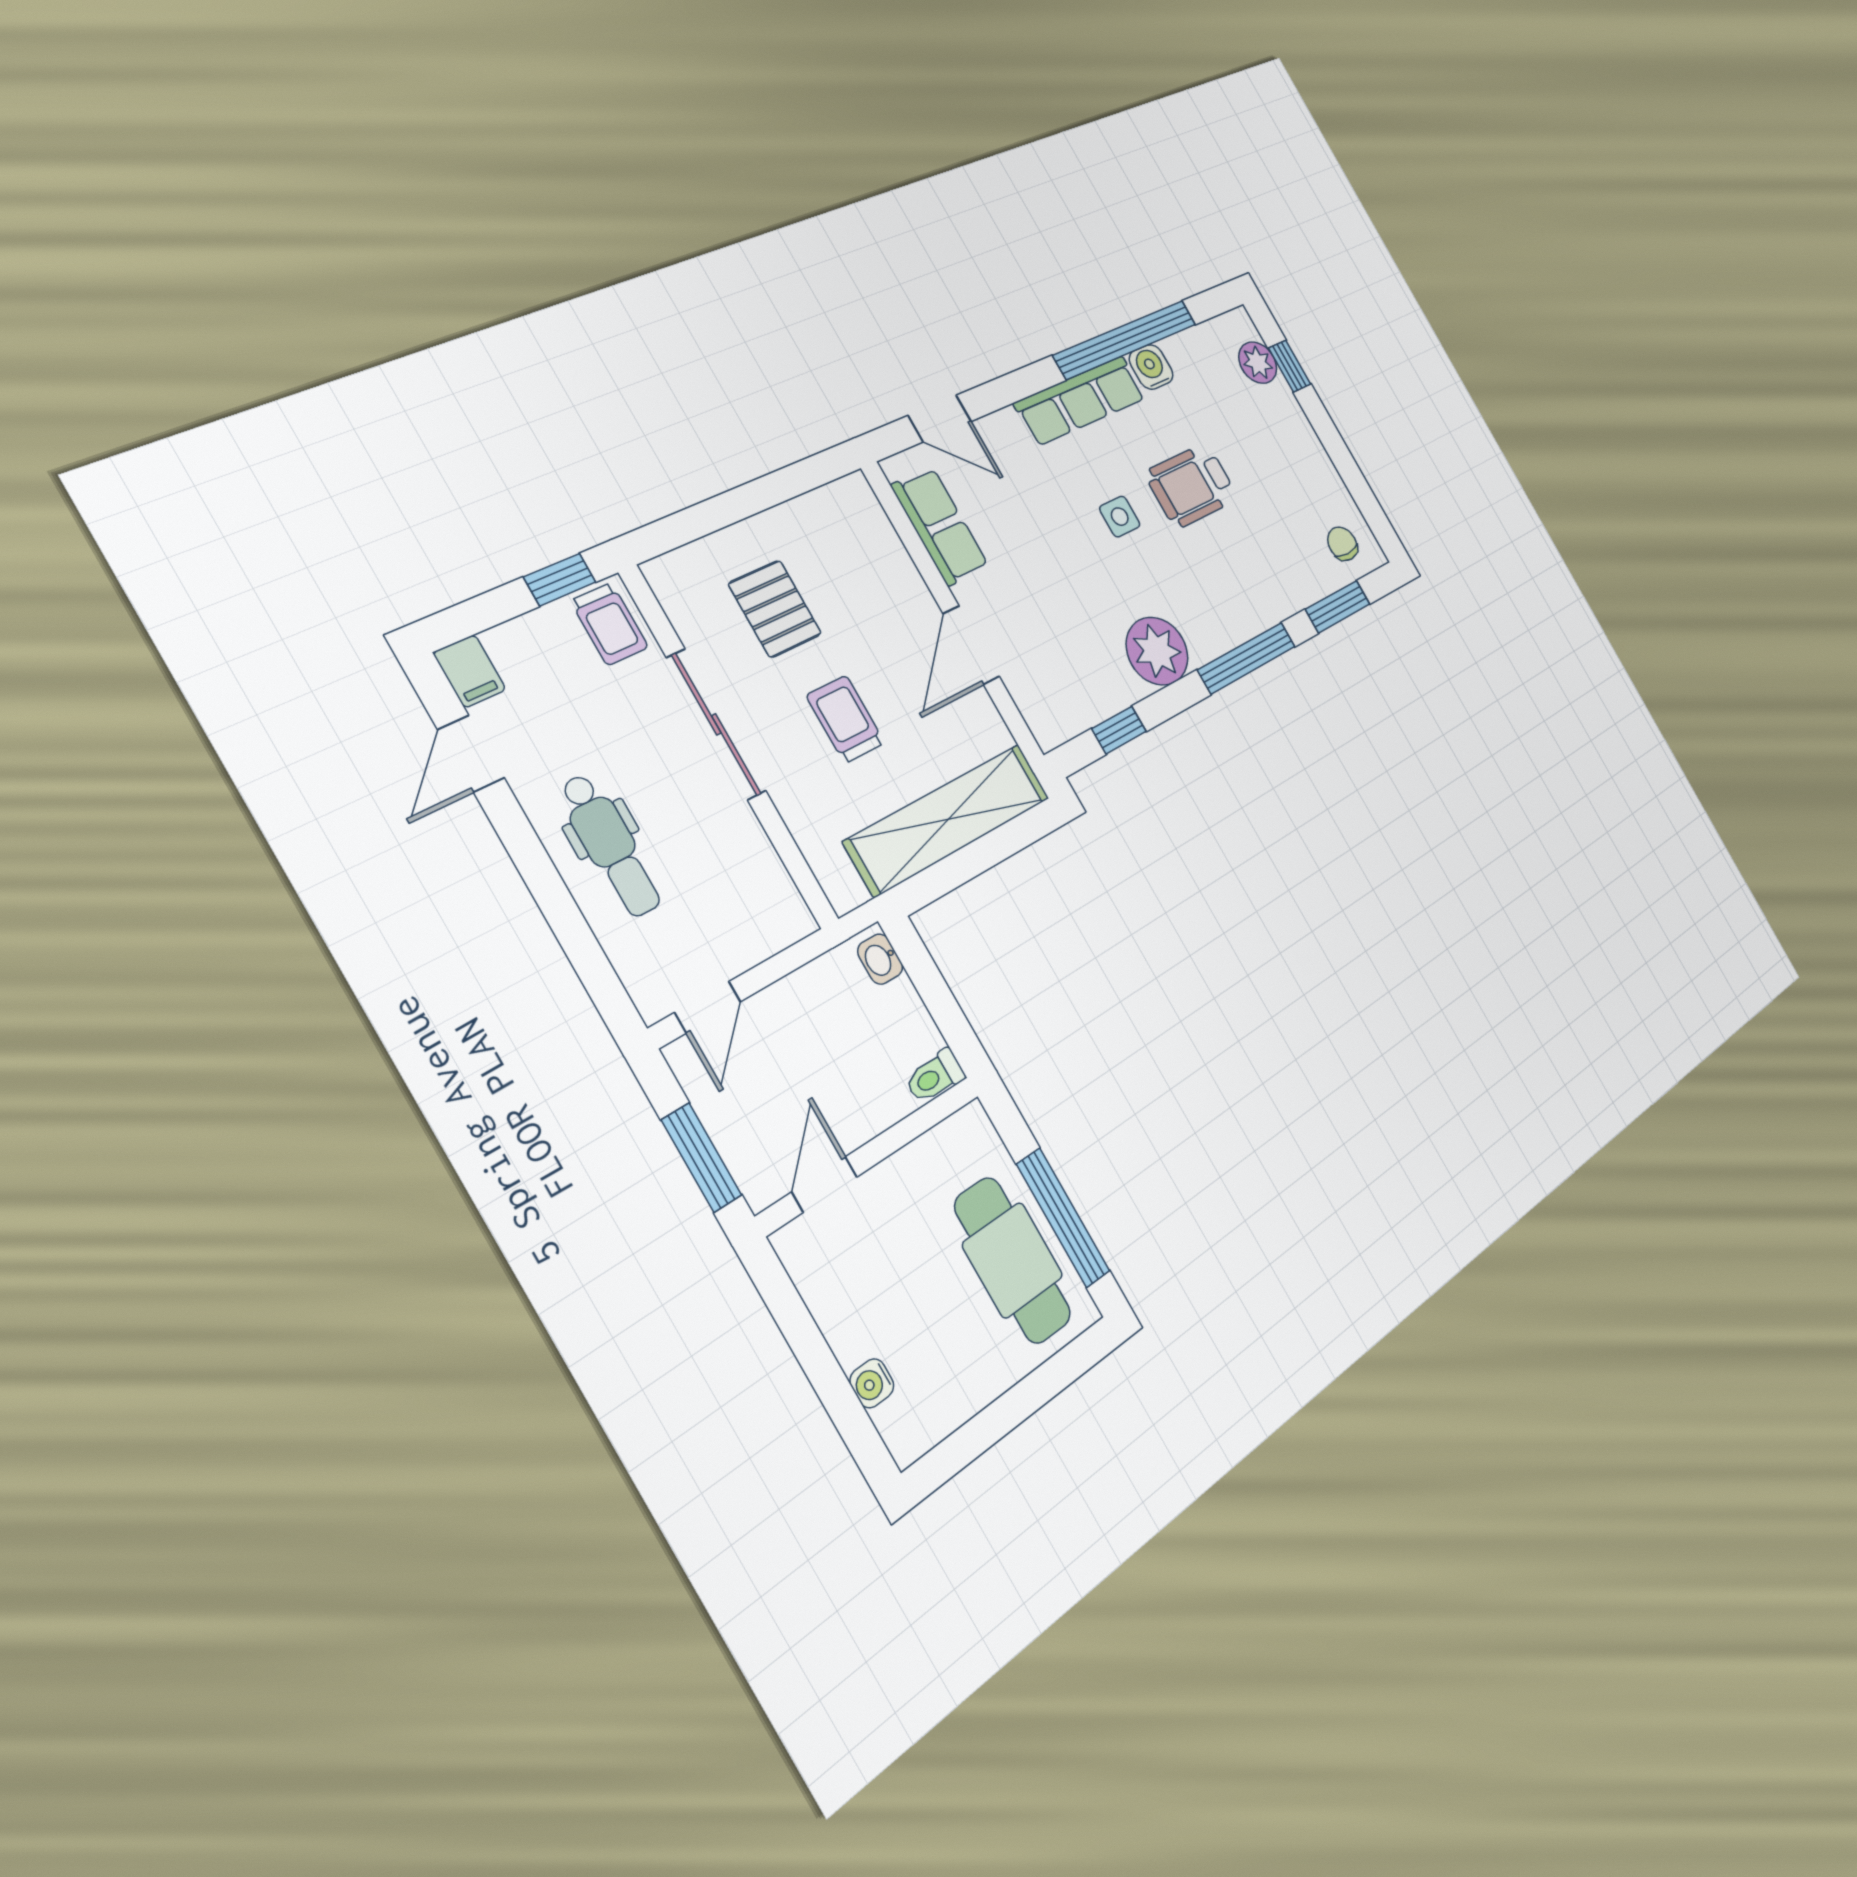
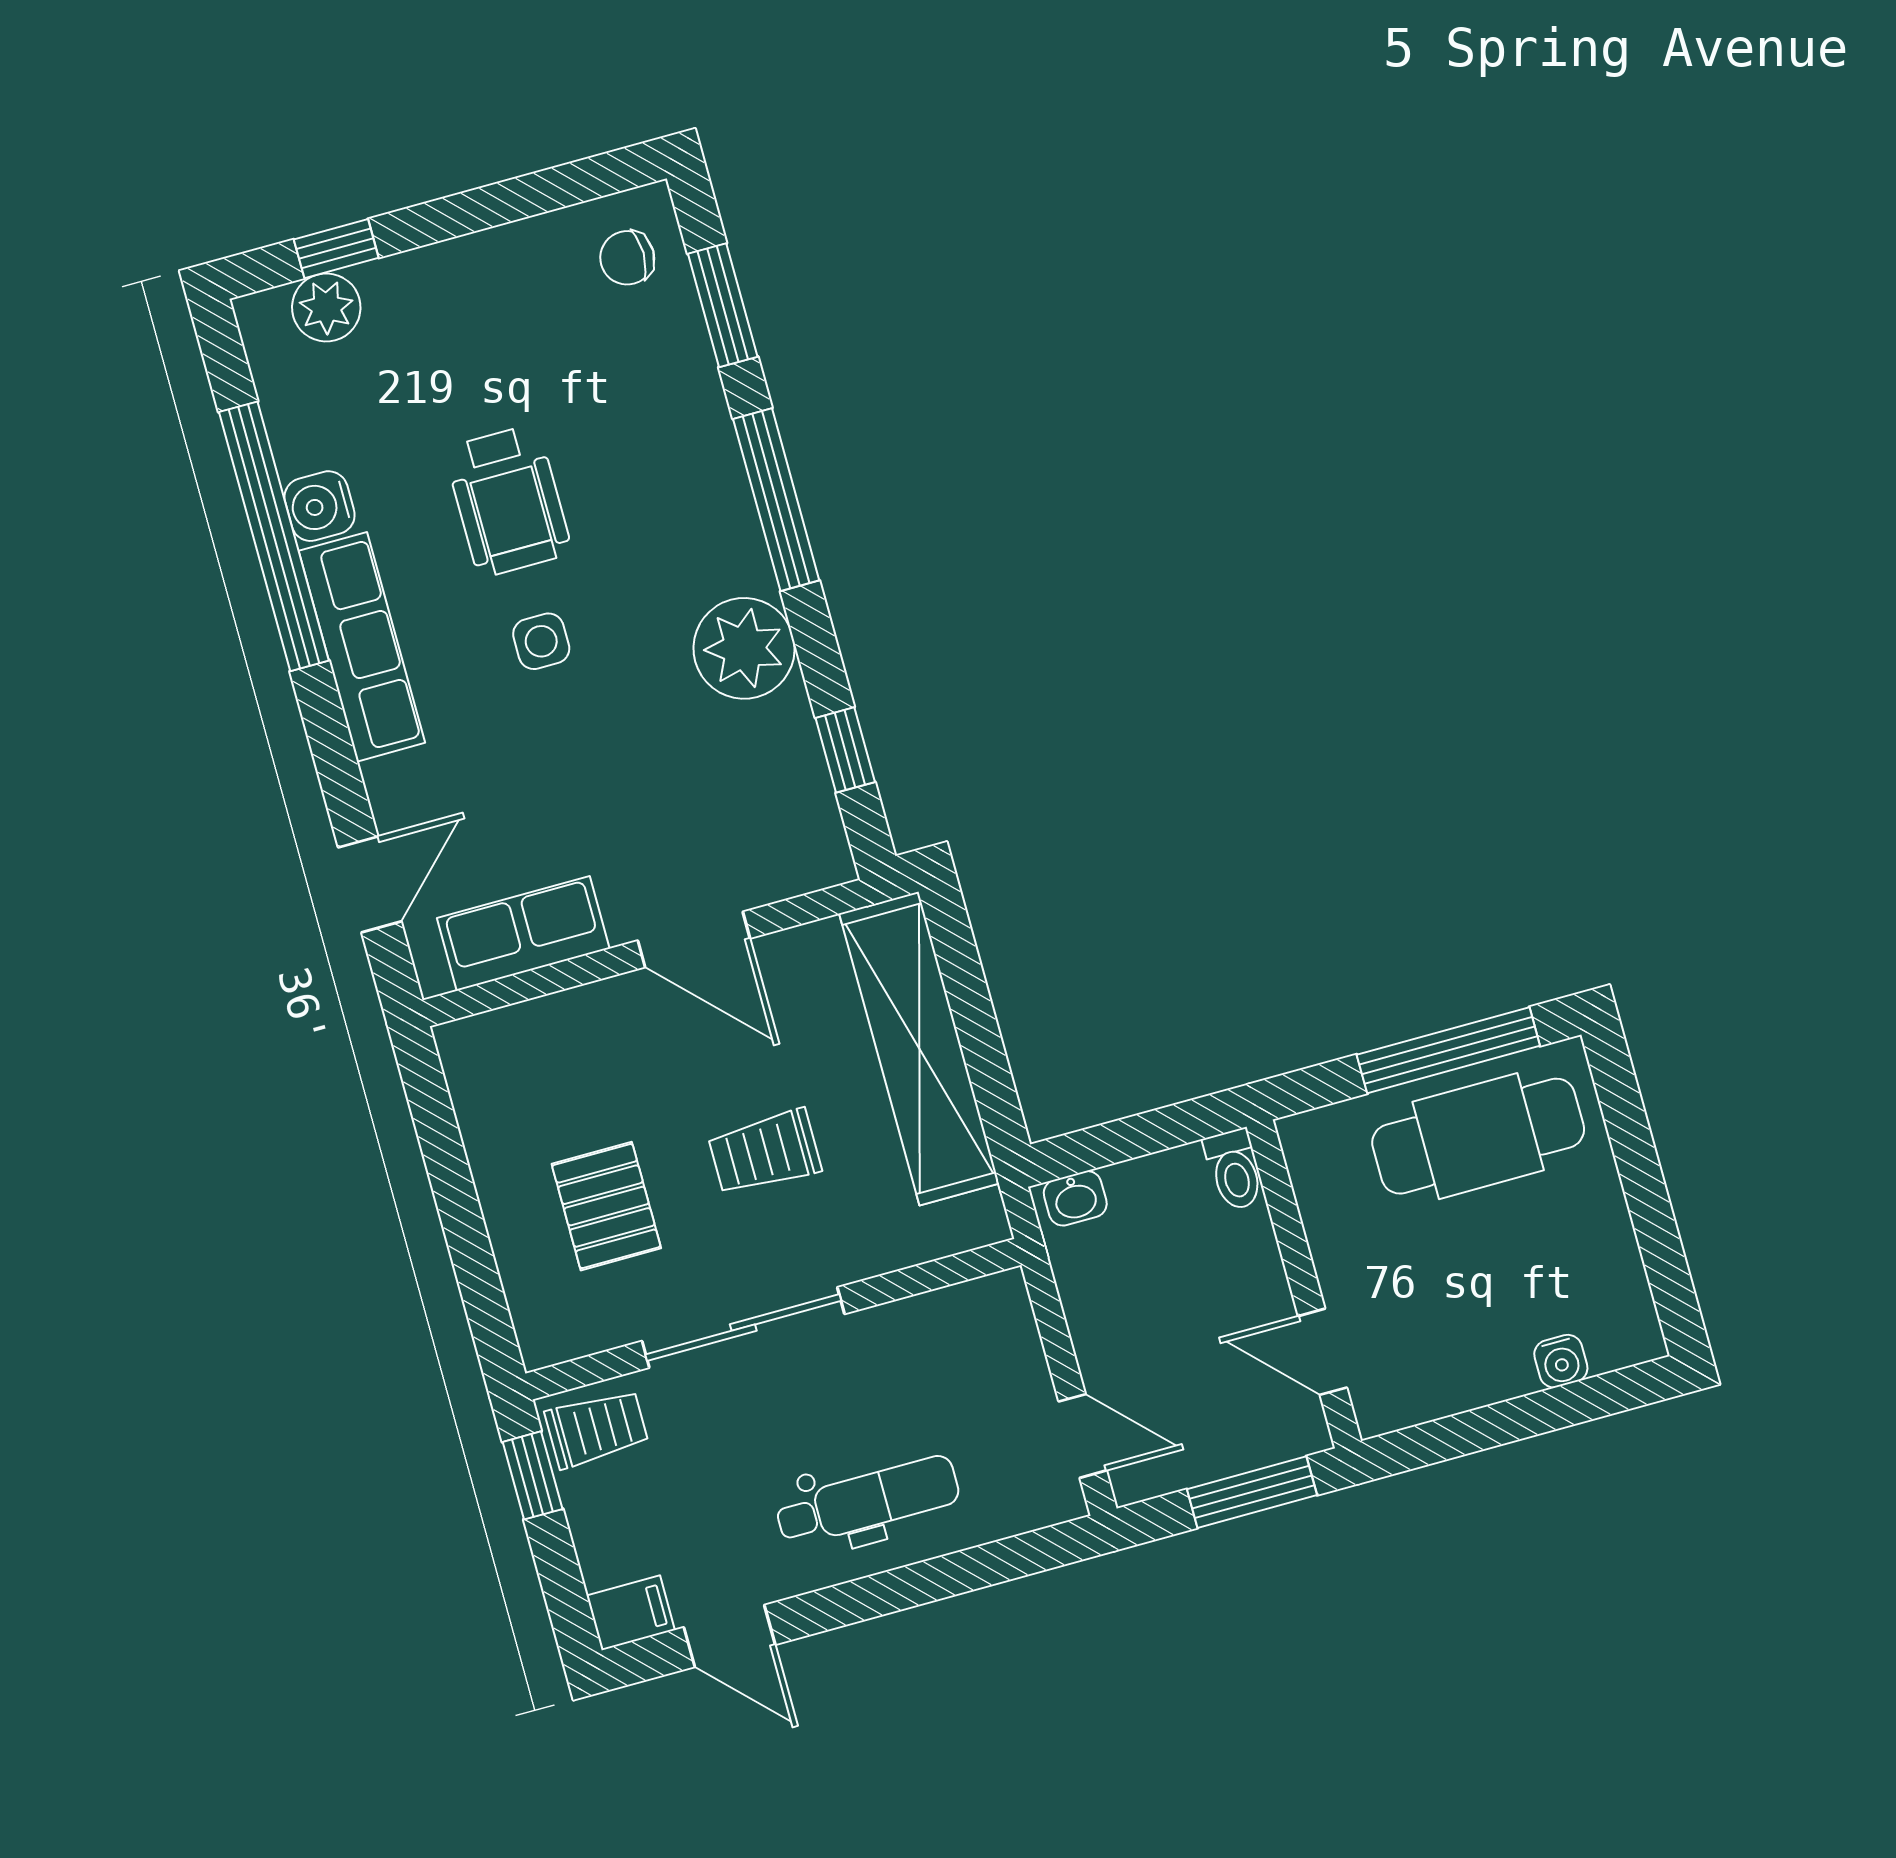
pallet: (775, 609) -> (606, 1206), turned 90

